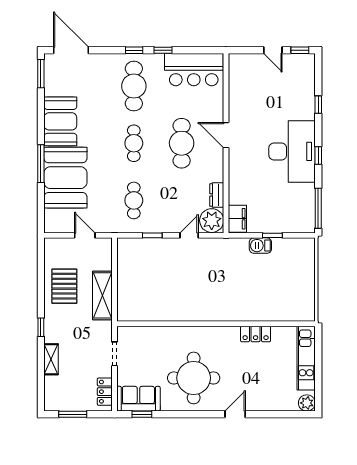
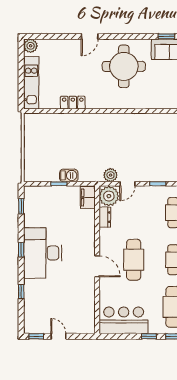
window: (318, 208) -> (21, 206), width x0.46
plant: (210, 246) -> (111, 175), added

